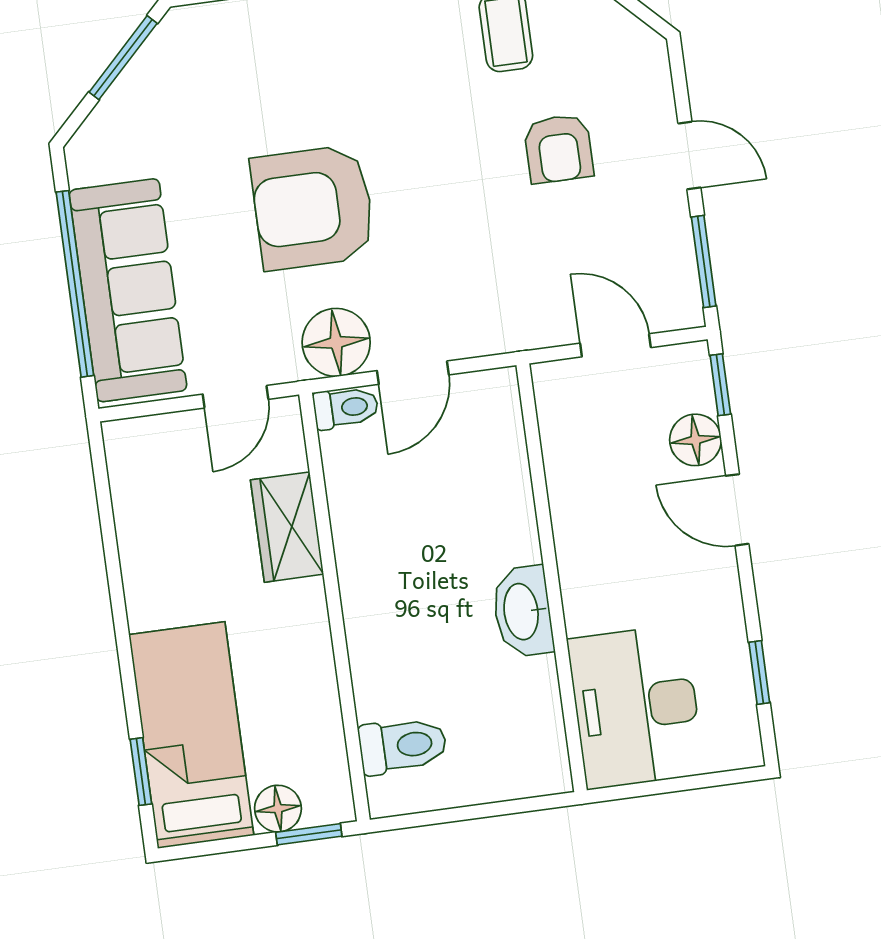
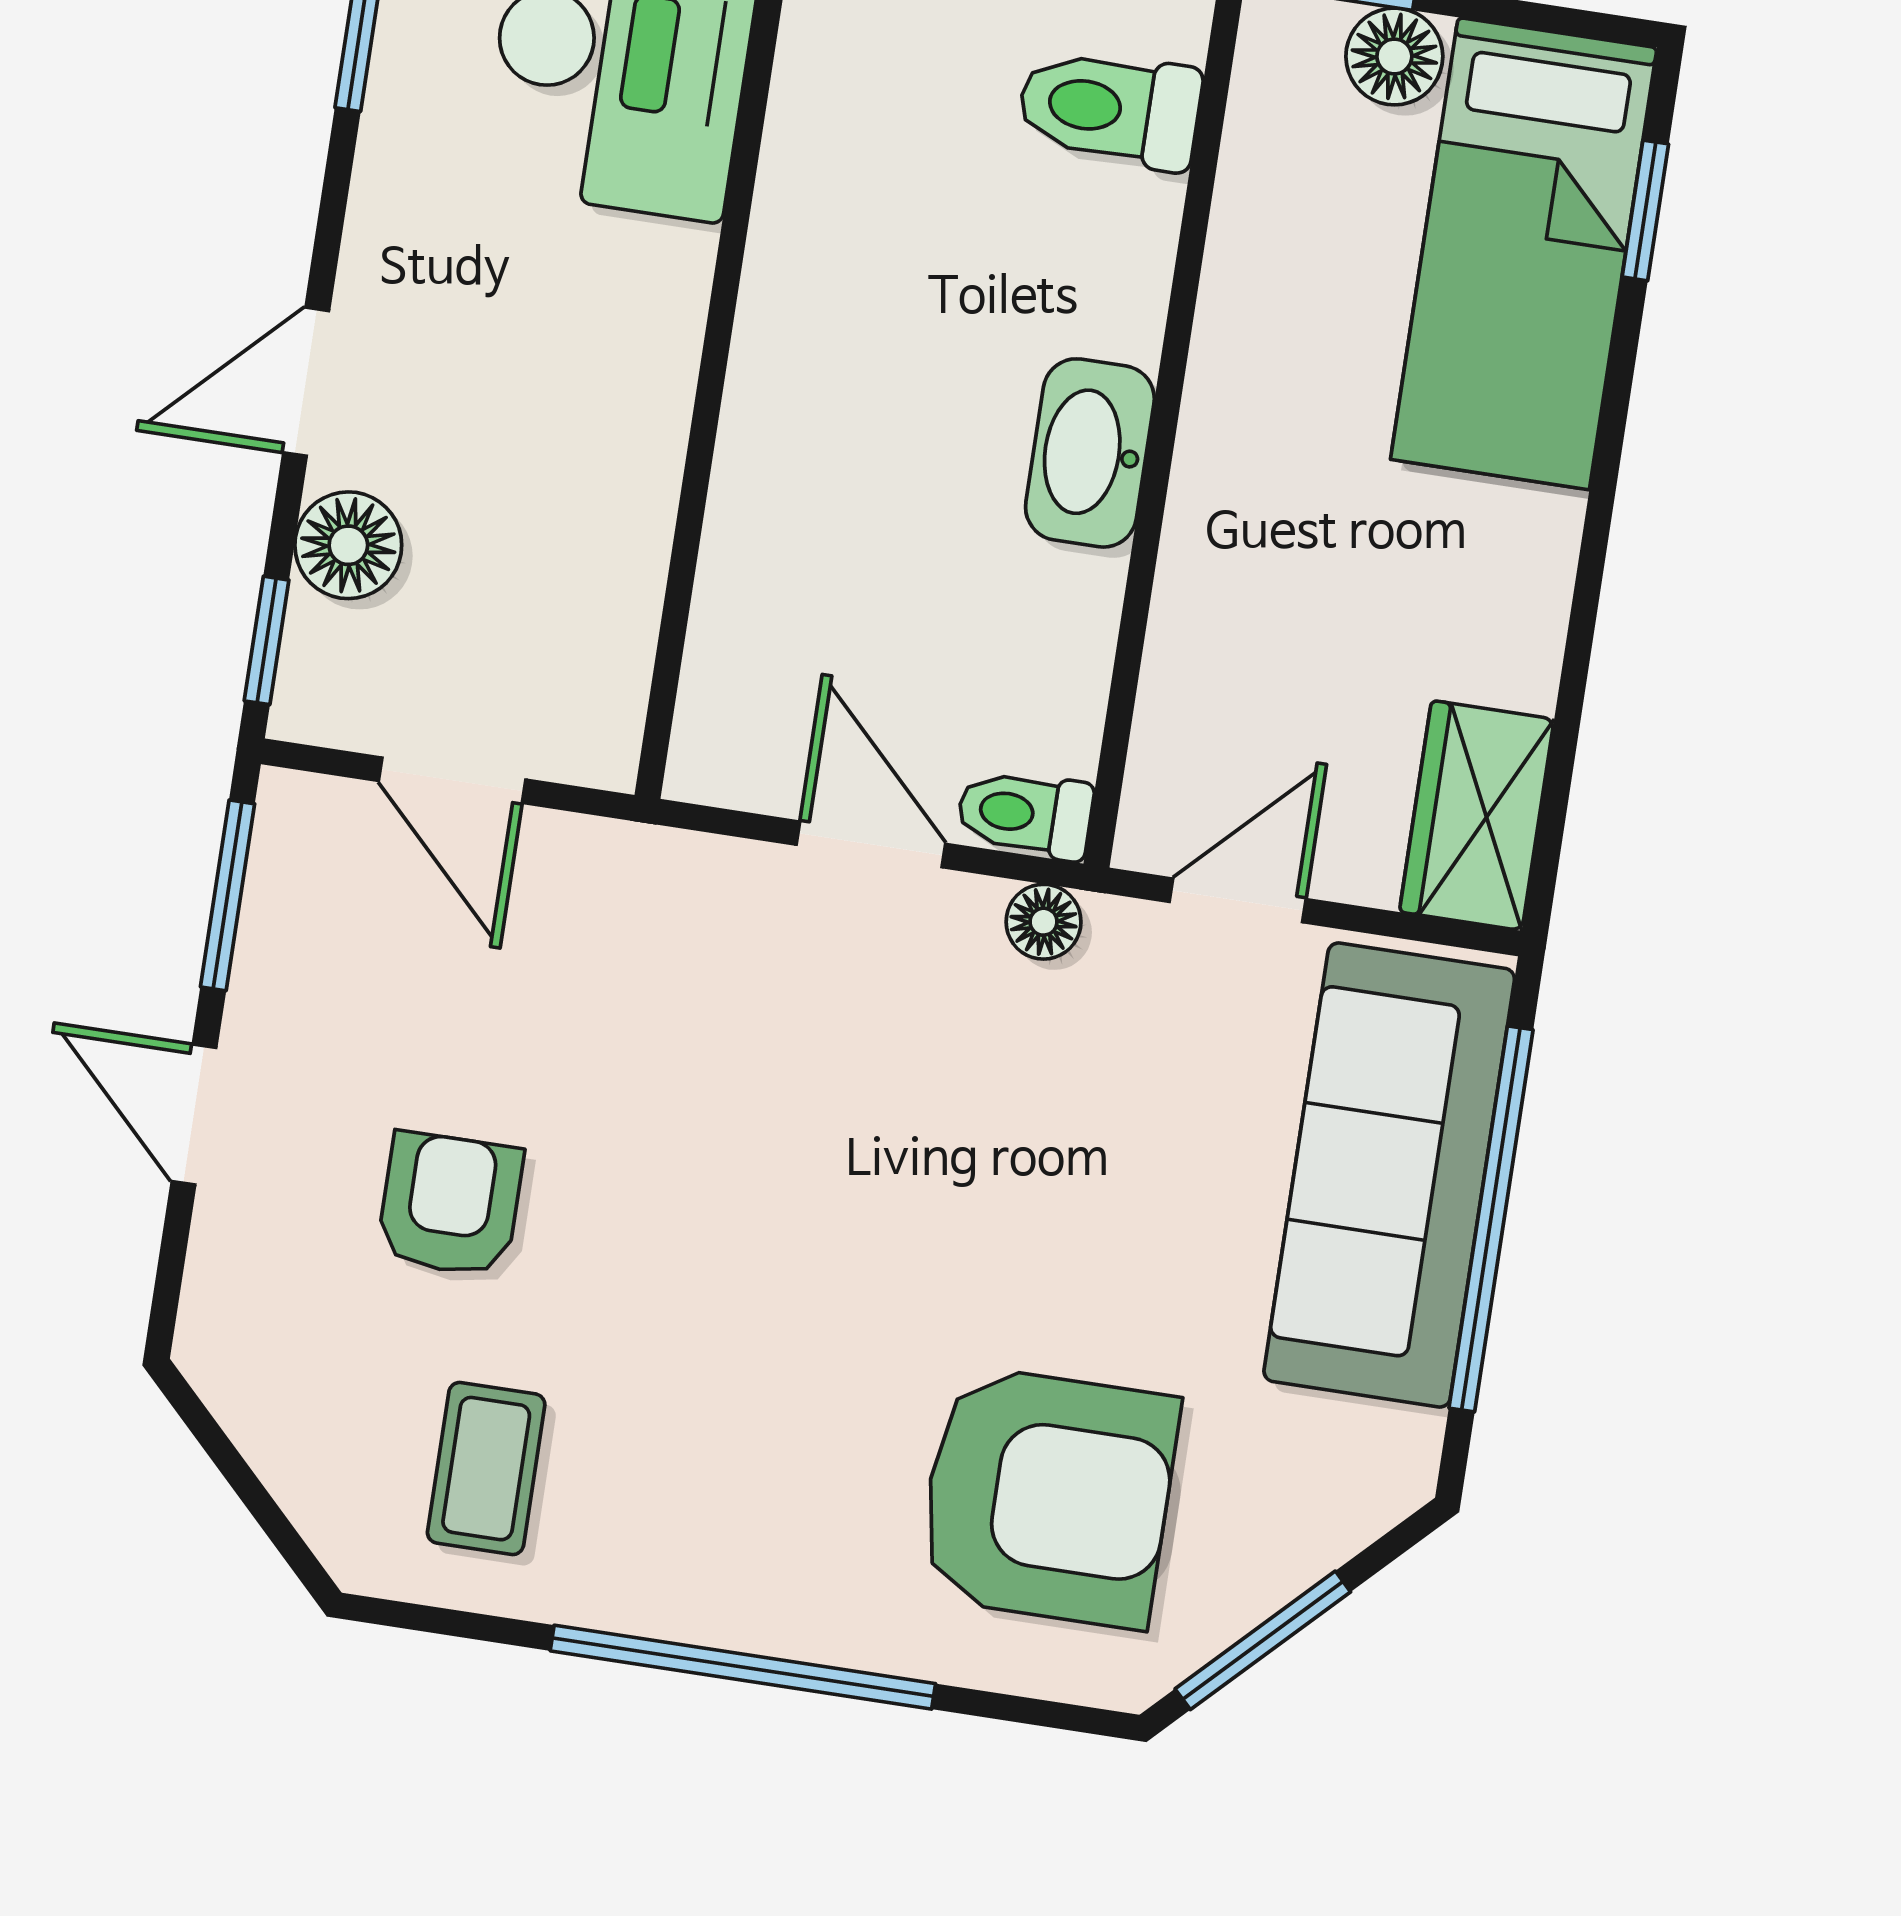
armchair: (313, 207) -> (1048, 1497), moved
floor lamp: (336, 342) -> (1044, 922), width x0.53, depth x0.53
door: (413, 373) -> (871, 844), hinge flipped
door: (737, 510) -> (306, 382), swing flipped
wardrobe: (287, 527) -> (1477, 816), moved, turned 180
washbasin: (523, 611) -> (1090, 453), moved, turned 180

